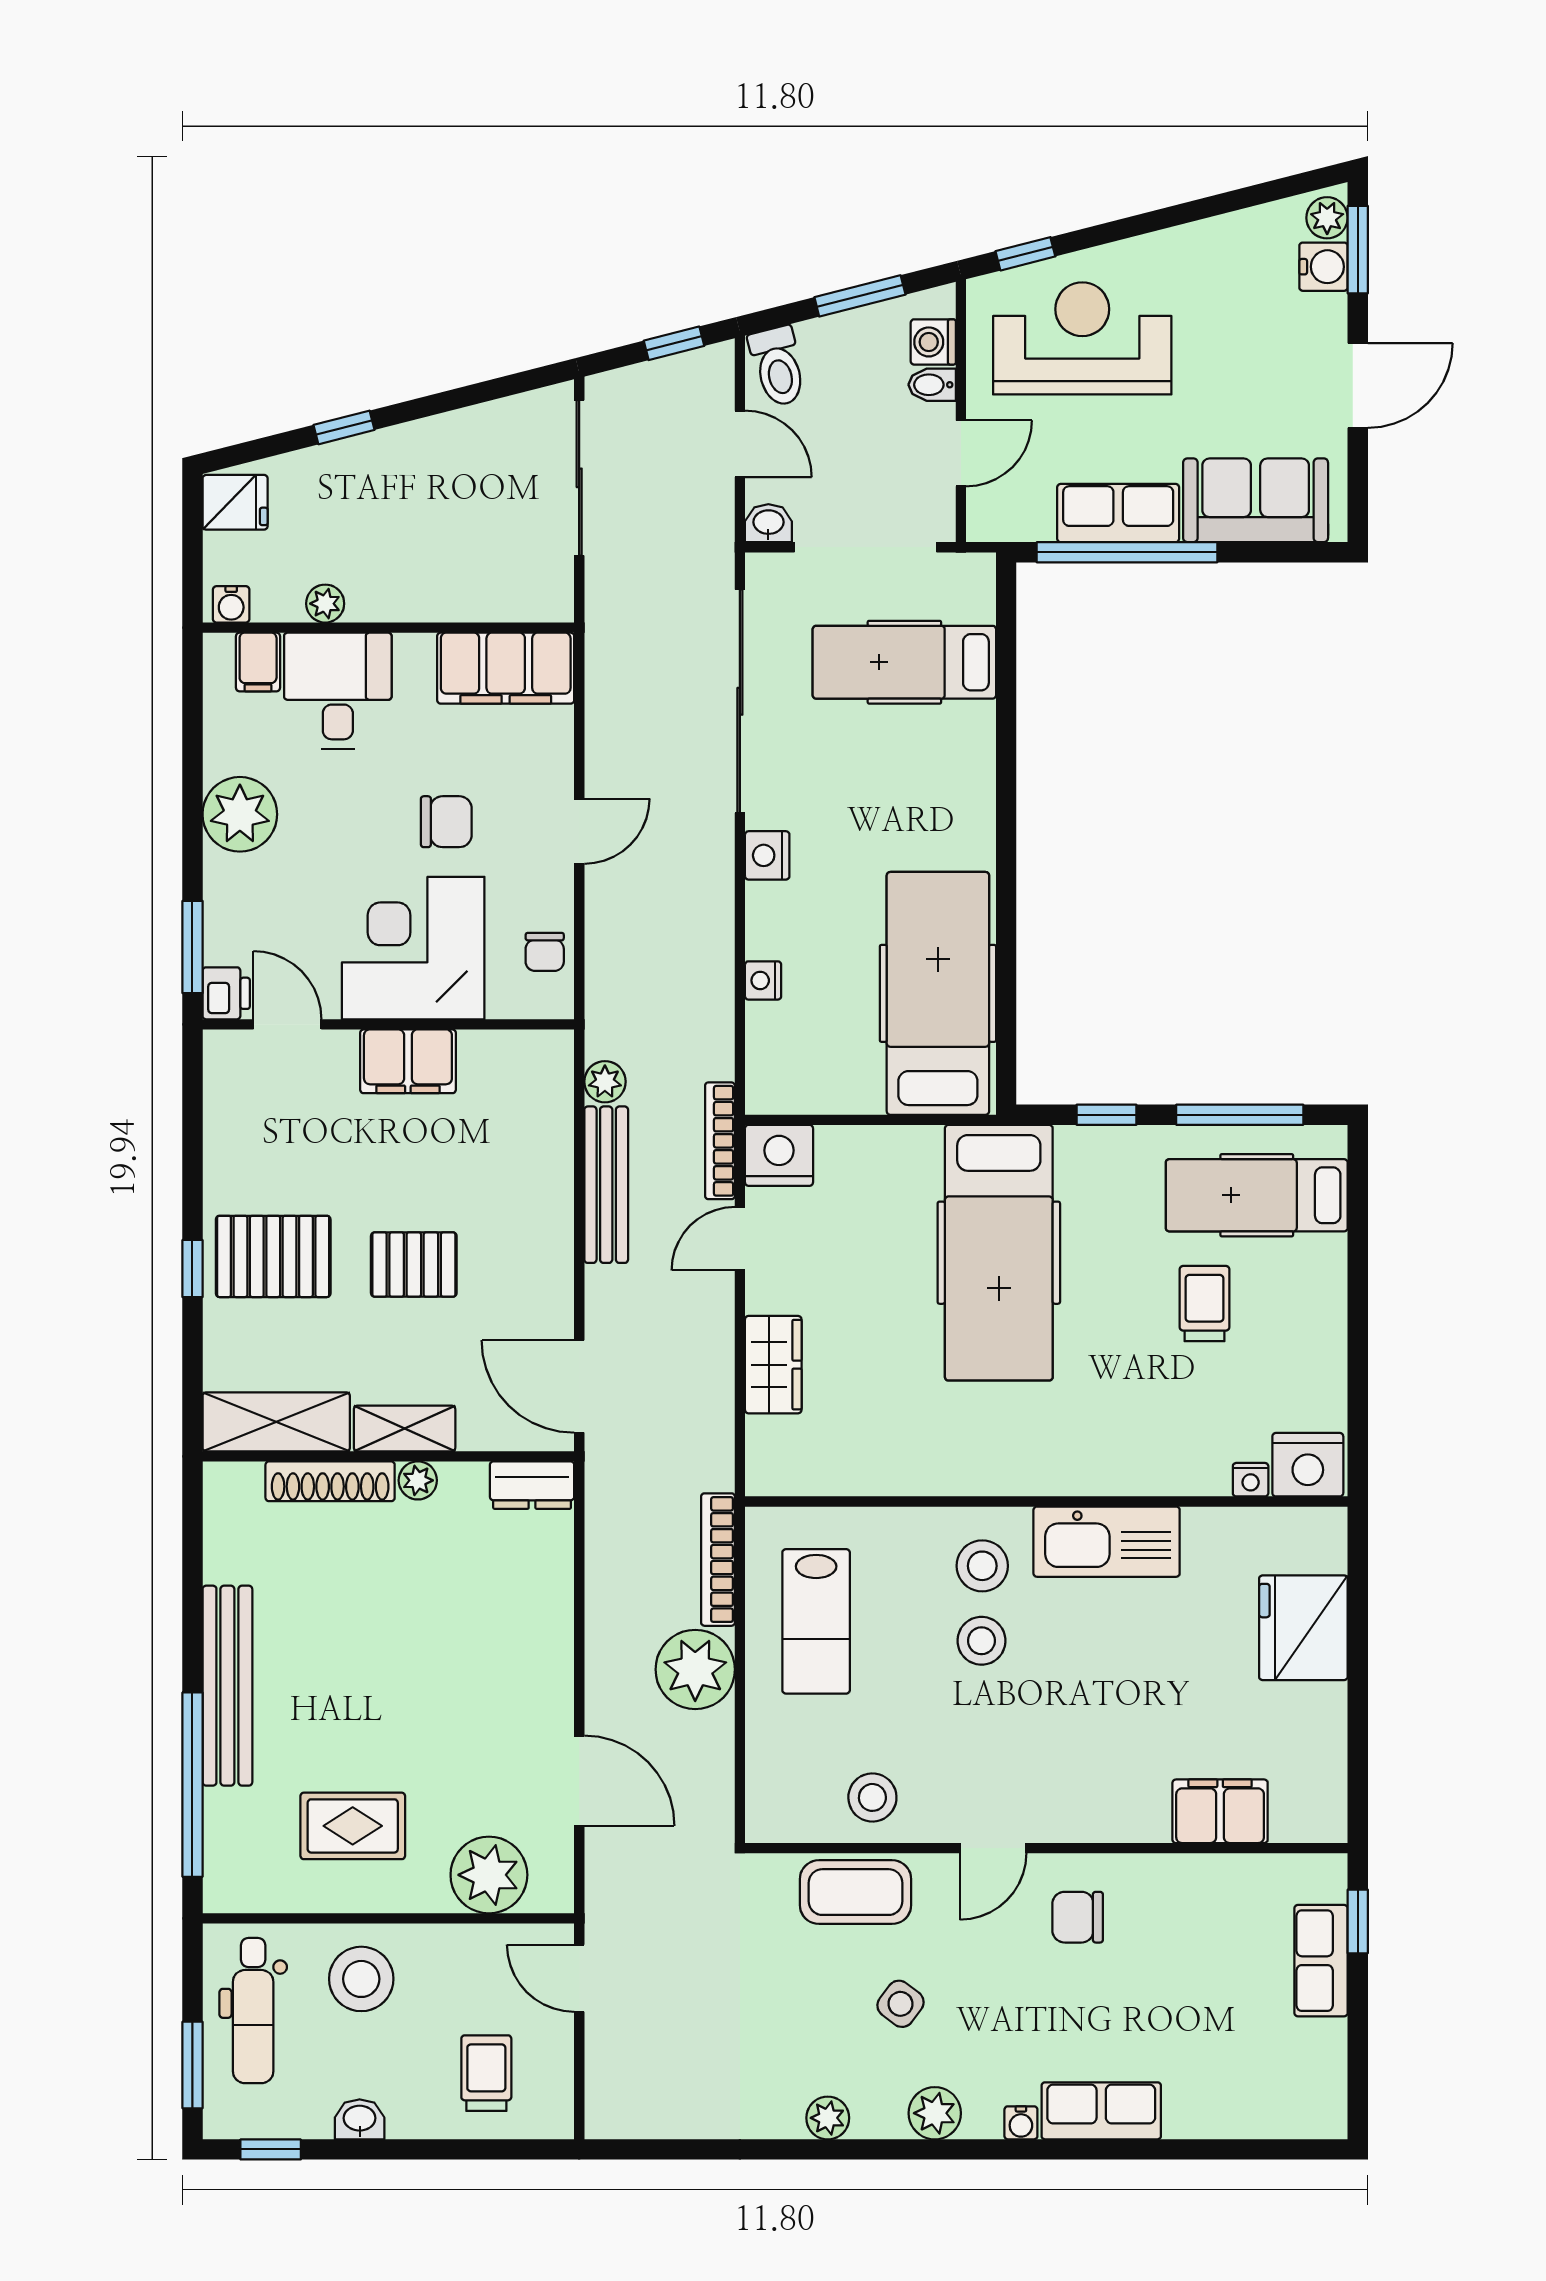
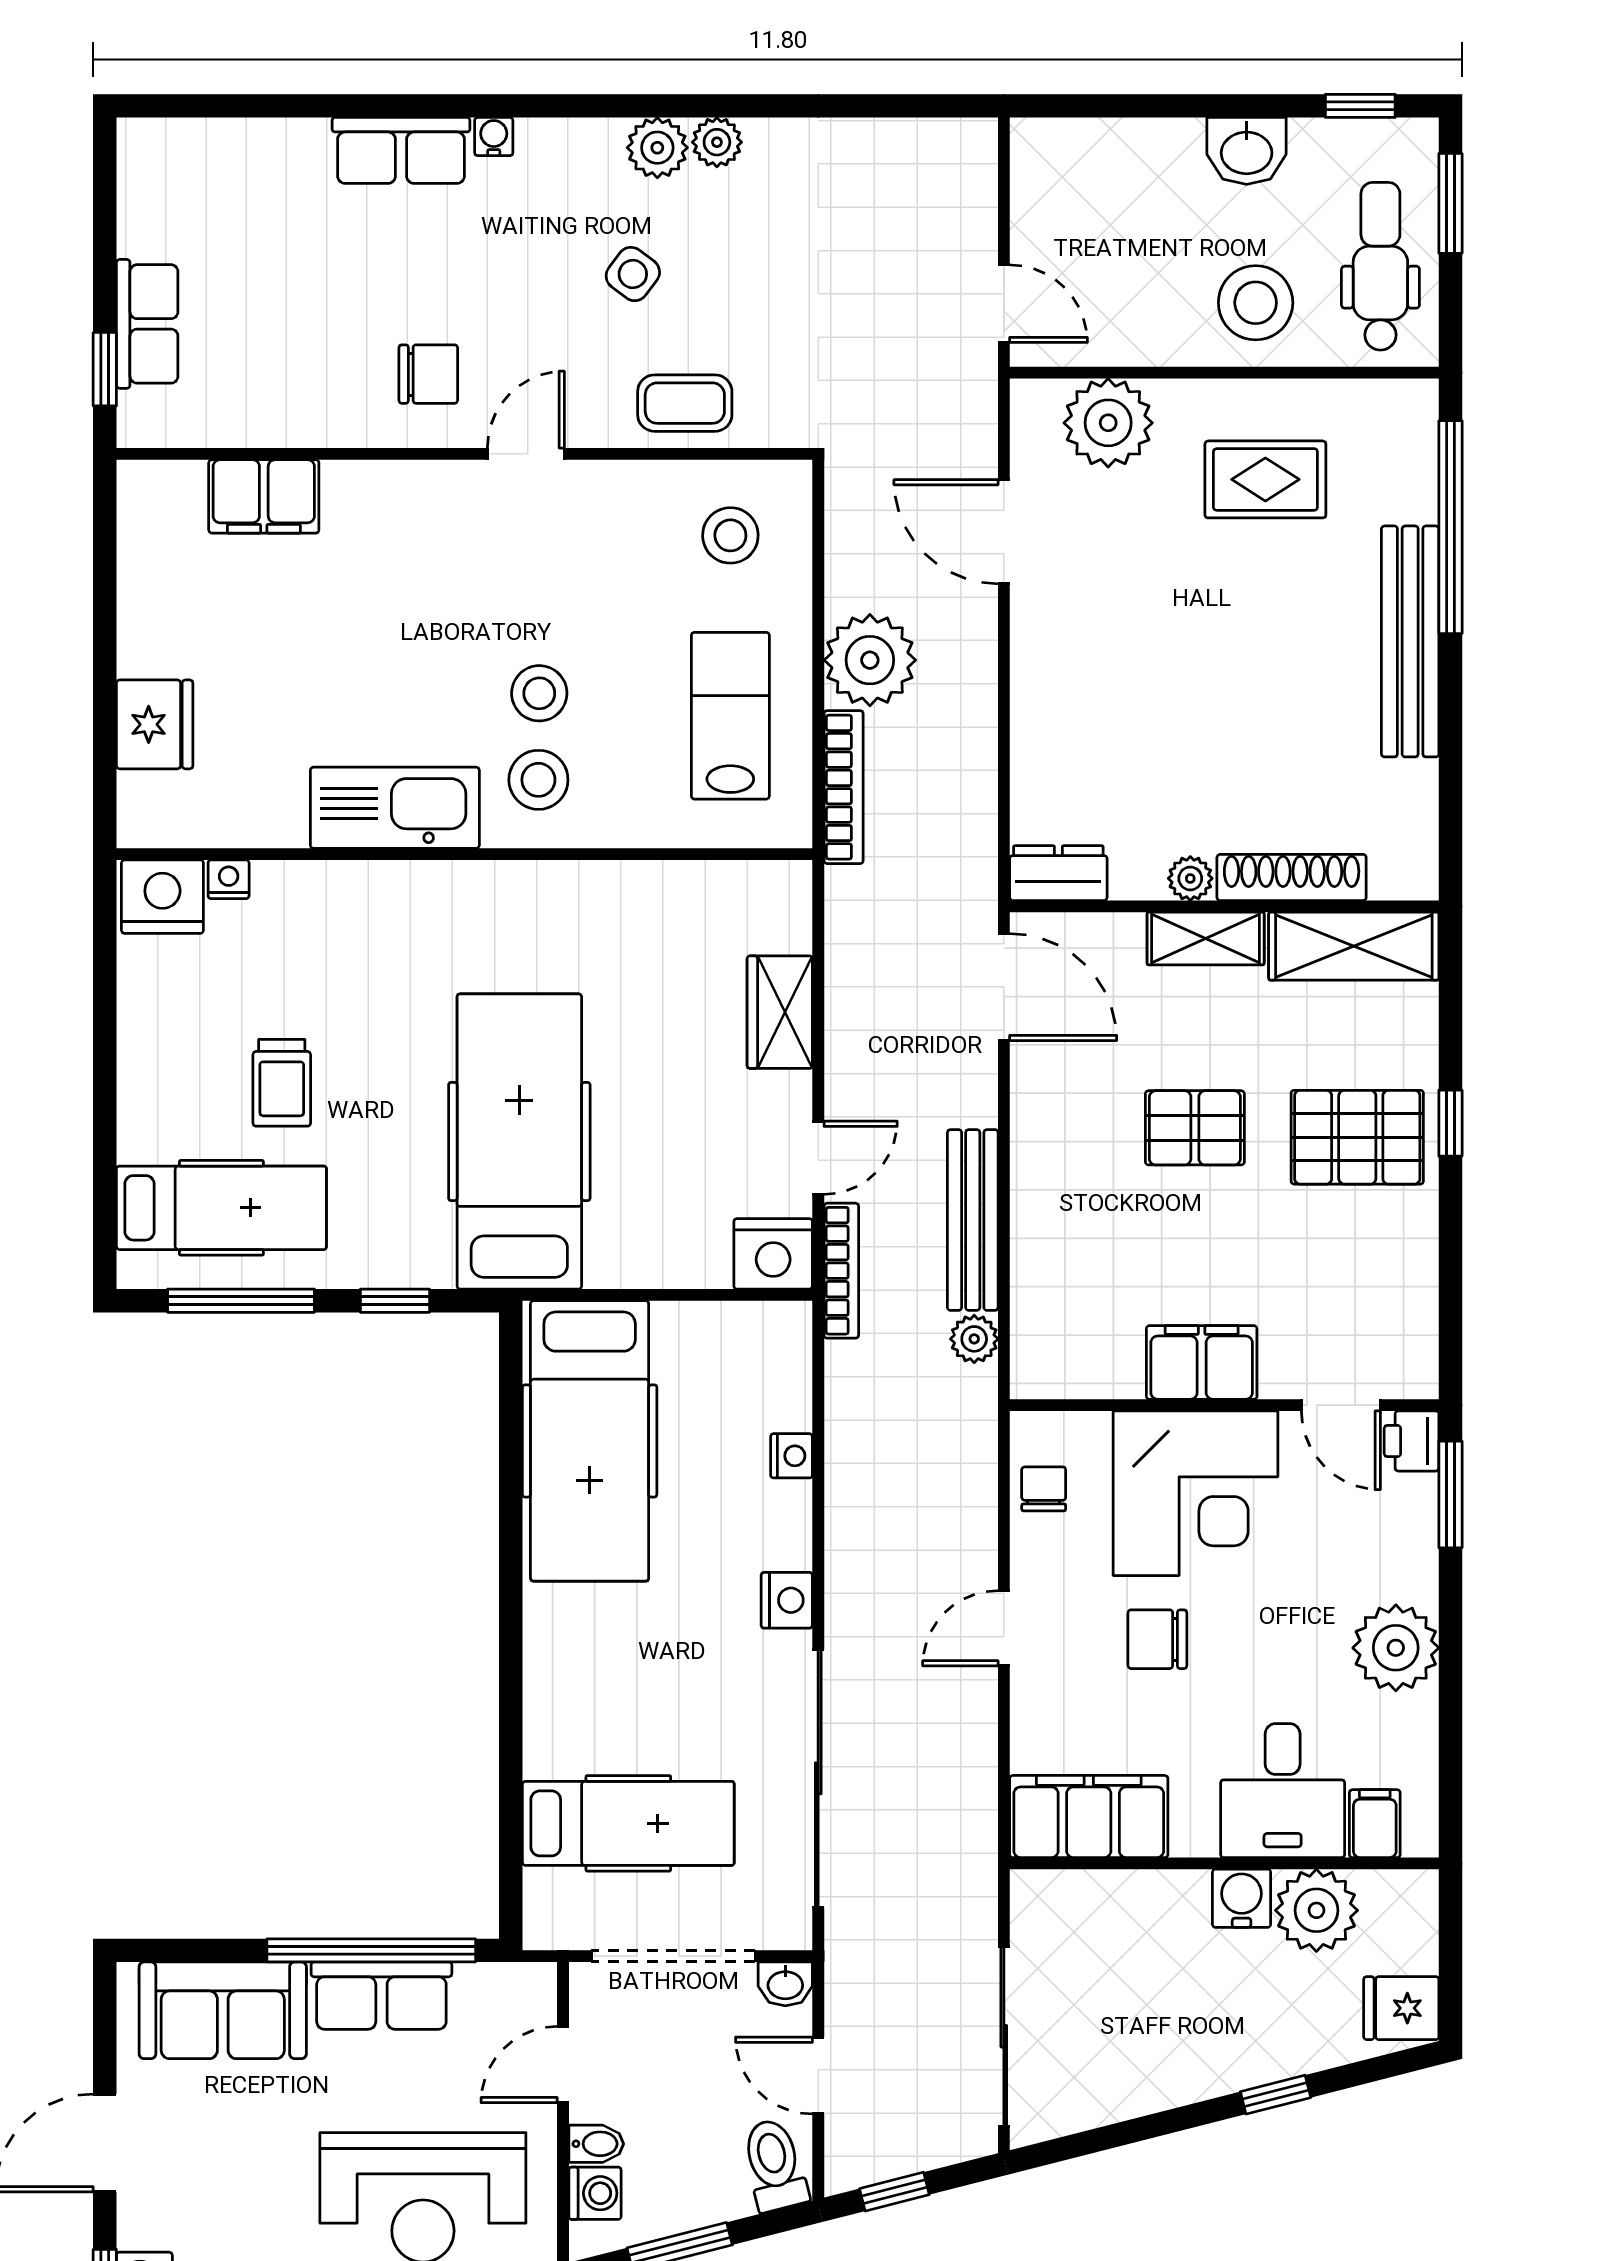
water cooler: (231, 604) -> (1242, 1898), moved, width x1.38, depth x1.38
plant: (325, 604) -> (1316, 1910), width x1.88, depth x1.88
fridge: (1303, 1628) -> (155, 724), width x0.73, depth x0.75
stool: (872, 1797) -> (730, 535), moved
coffee table: (856, 1892) -> (685, 403), width x0.73, depth x0.77
trolley: (486, 2073) -> (1111, 194), removed
plant: (935, 2113) -> (657, 148), moved
washbasin: (360, 2119) -> (1247, 151), width x1.38, depth x1.45

